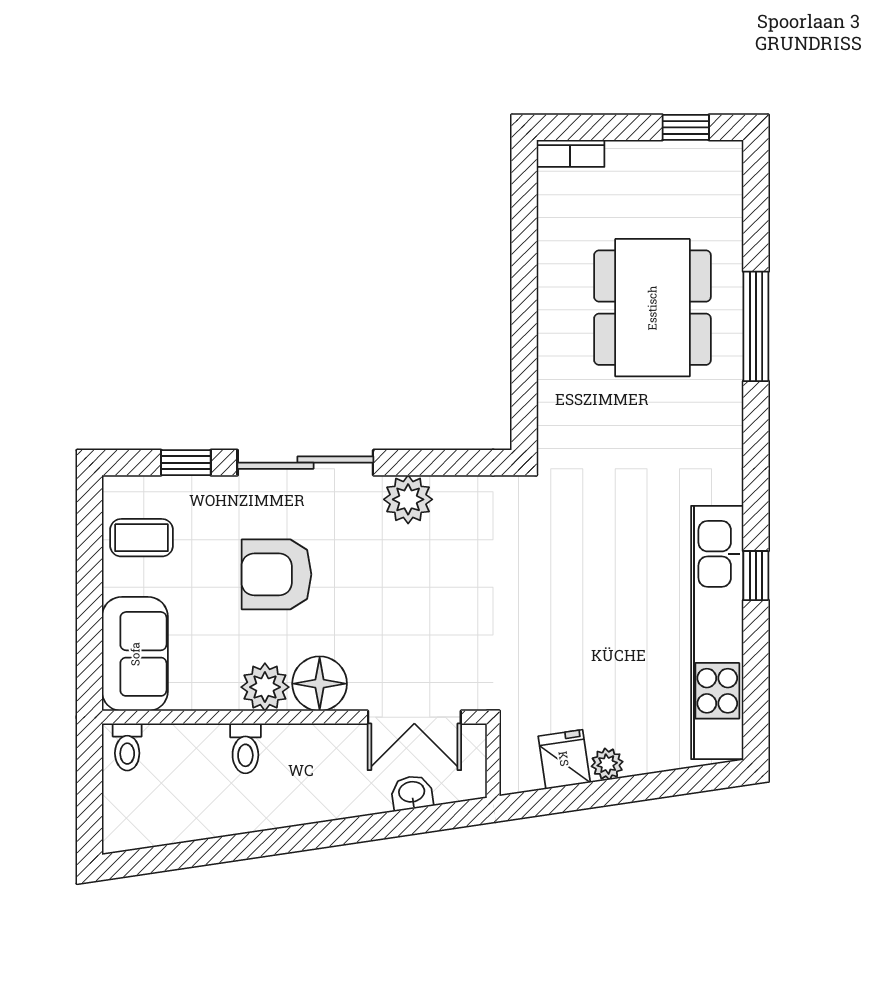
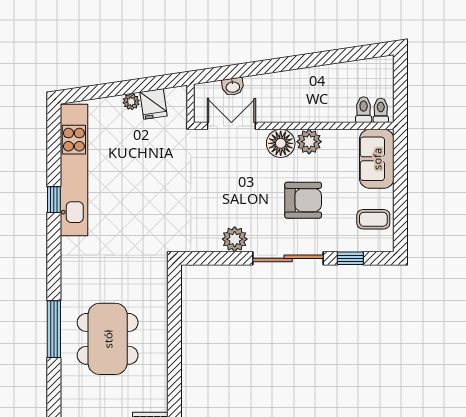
toilet: (245, 748) -> (364, 110), moved

